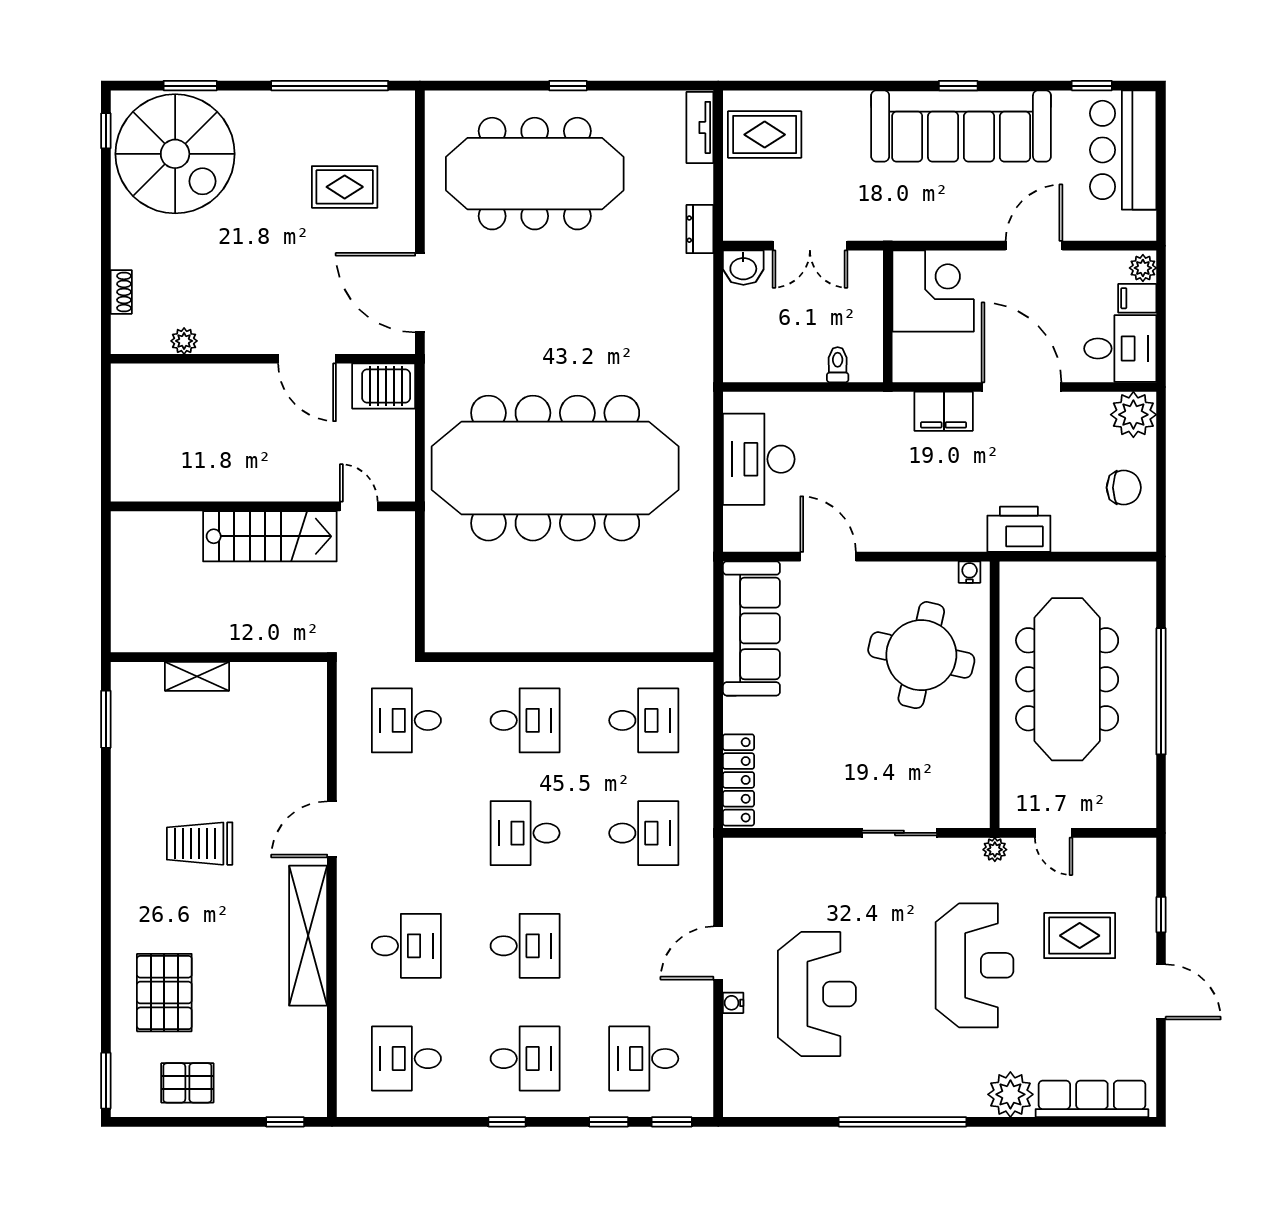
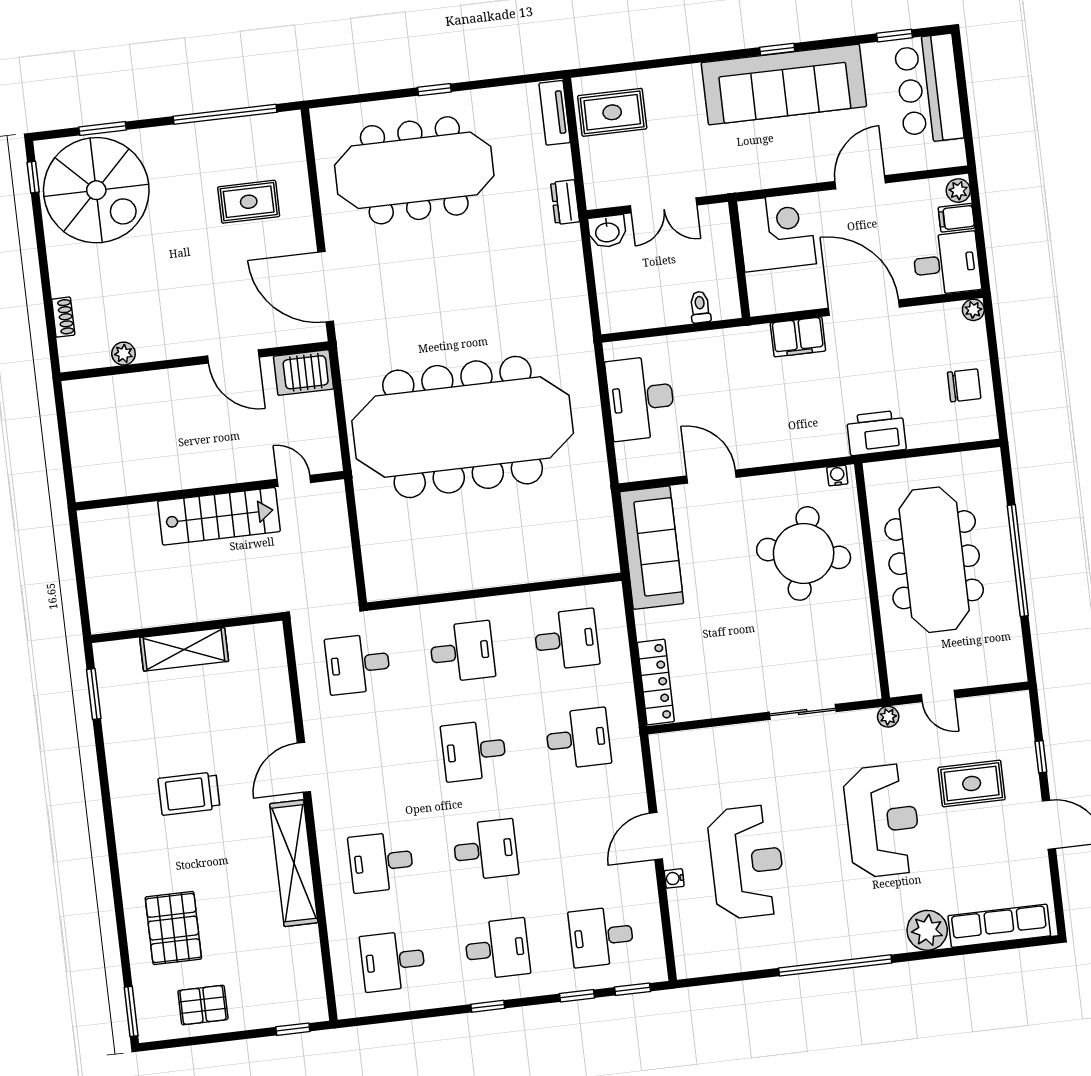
plant: (1133, 415) -> (973, 310), width x0.53, depth x0.53
shelving: (197, 676) -> (184, 649), width x1.50, depth x1.33
desk: (406, 946) -> (381, 862), turned 180

